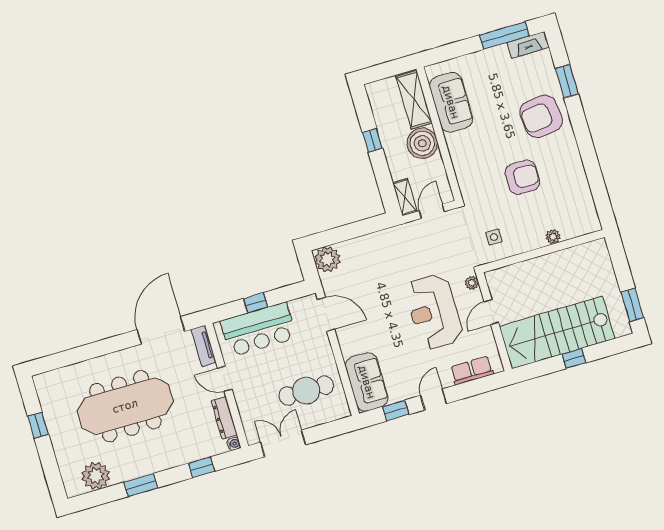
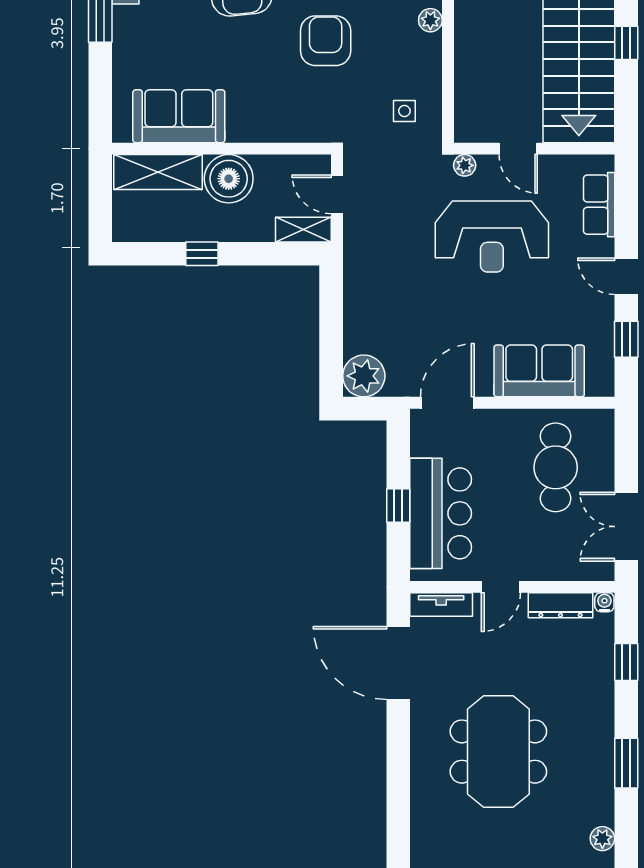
sofa: (367, 382) -> (539, 371), moved
meeting table: (125, 406) -> (498, 752), width x0.73
plant: (96, 476) -> (602, 839), width x0.53, depth x0.53

